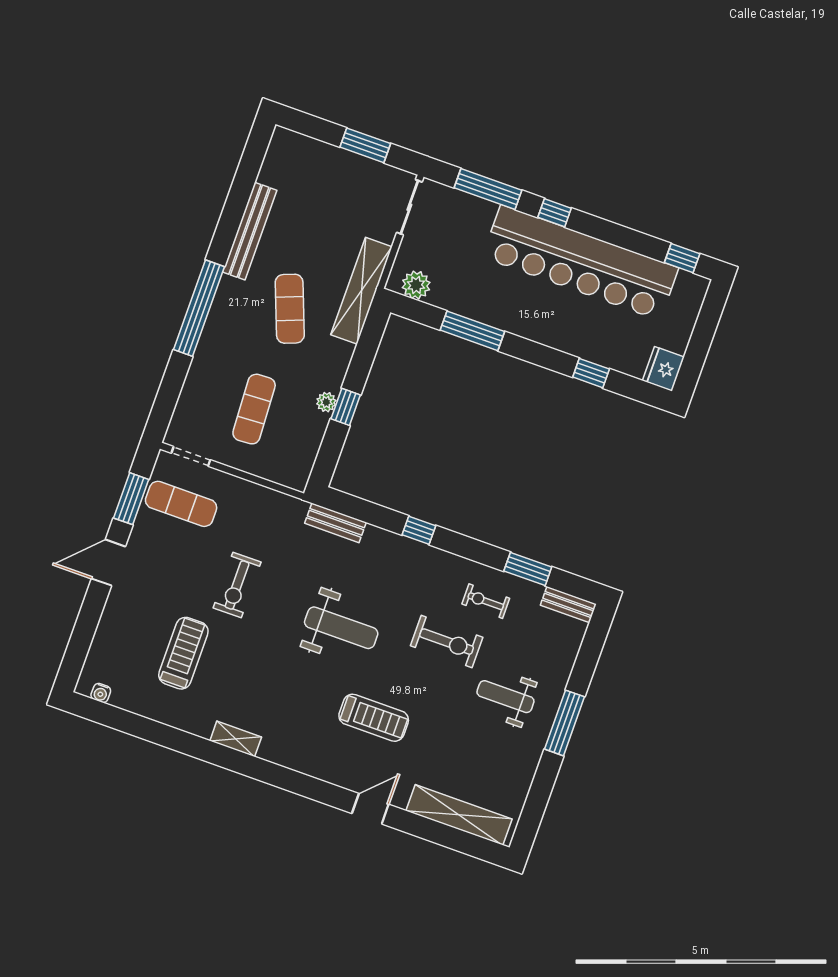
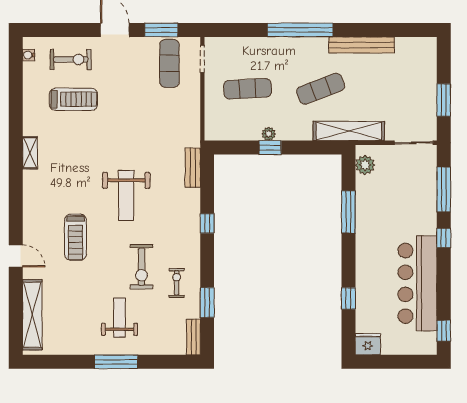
bar counter: (580, 262) -> (417, 283), width x0.73
exercise bike: (237, 585) -> (71, 59), moved, turned 180

